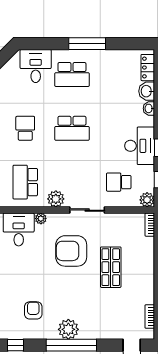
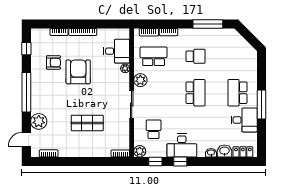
desk: (36, 66) -> (244, 120), moved
school desk: (72, 128) -> (195, 93), turned 180
armchair: (71, 251) -> (78, 72), moved
plant: (68, 329) -> (39, 121), moved

